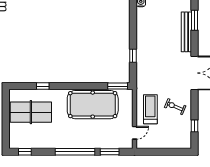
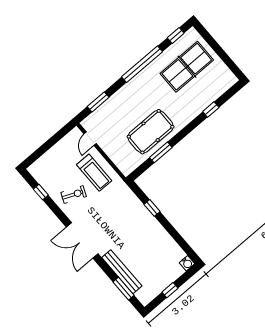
window: (118, 86) -> (161, 152), moved
pool table: (93, 105) -> (151, 132), width x0.73, depth x0.76
table tennis table: (31, 112) -> (187, 67), moved
window: (75, 152) -> (142, 64), moved

